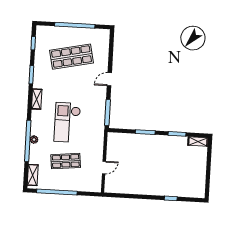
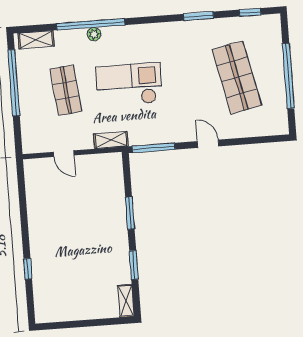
shelving: (37, 99) -> (111, 140), moved

